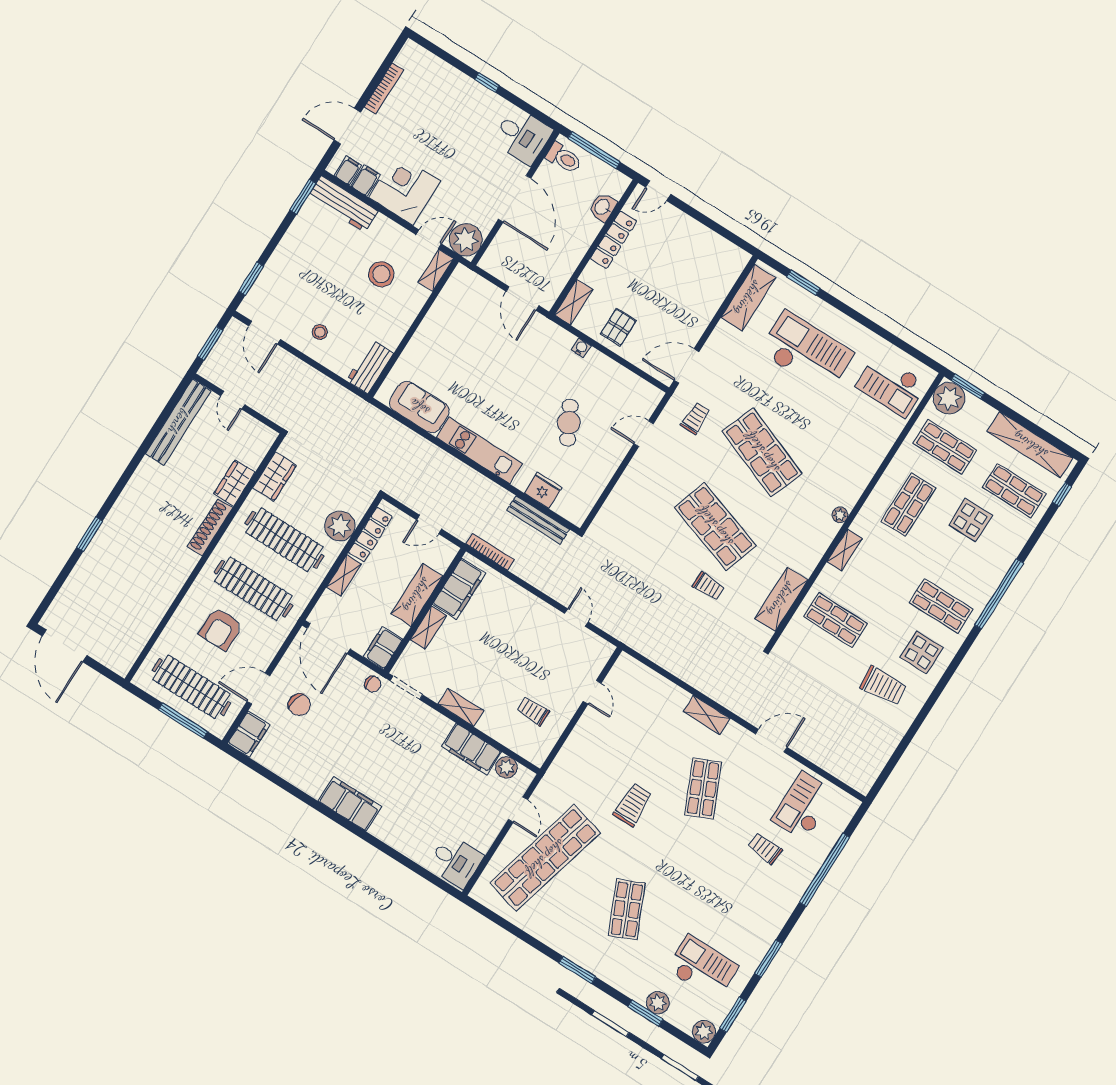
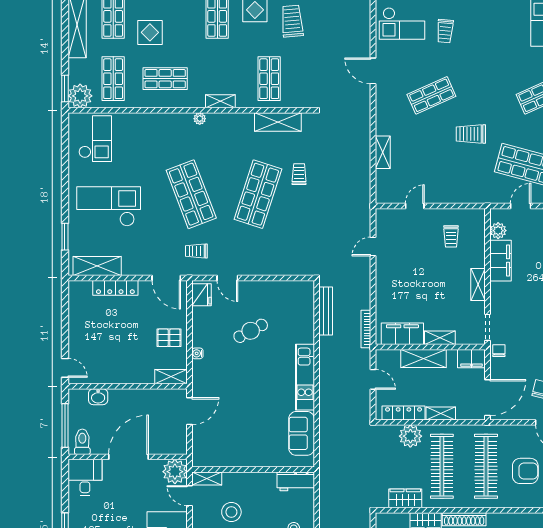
locker: (613, 240) -> (115, 288), moved, turned 180
checkout: (806, 352) -> (109, 206), turned 90
shop shelf: (762, 452) -> (191, 194), turned -42
fridge: (543, 490) -> (202, 295), moved, turned 180
shelving: (707, 715) -> (383, 152), moved

